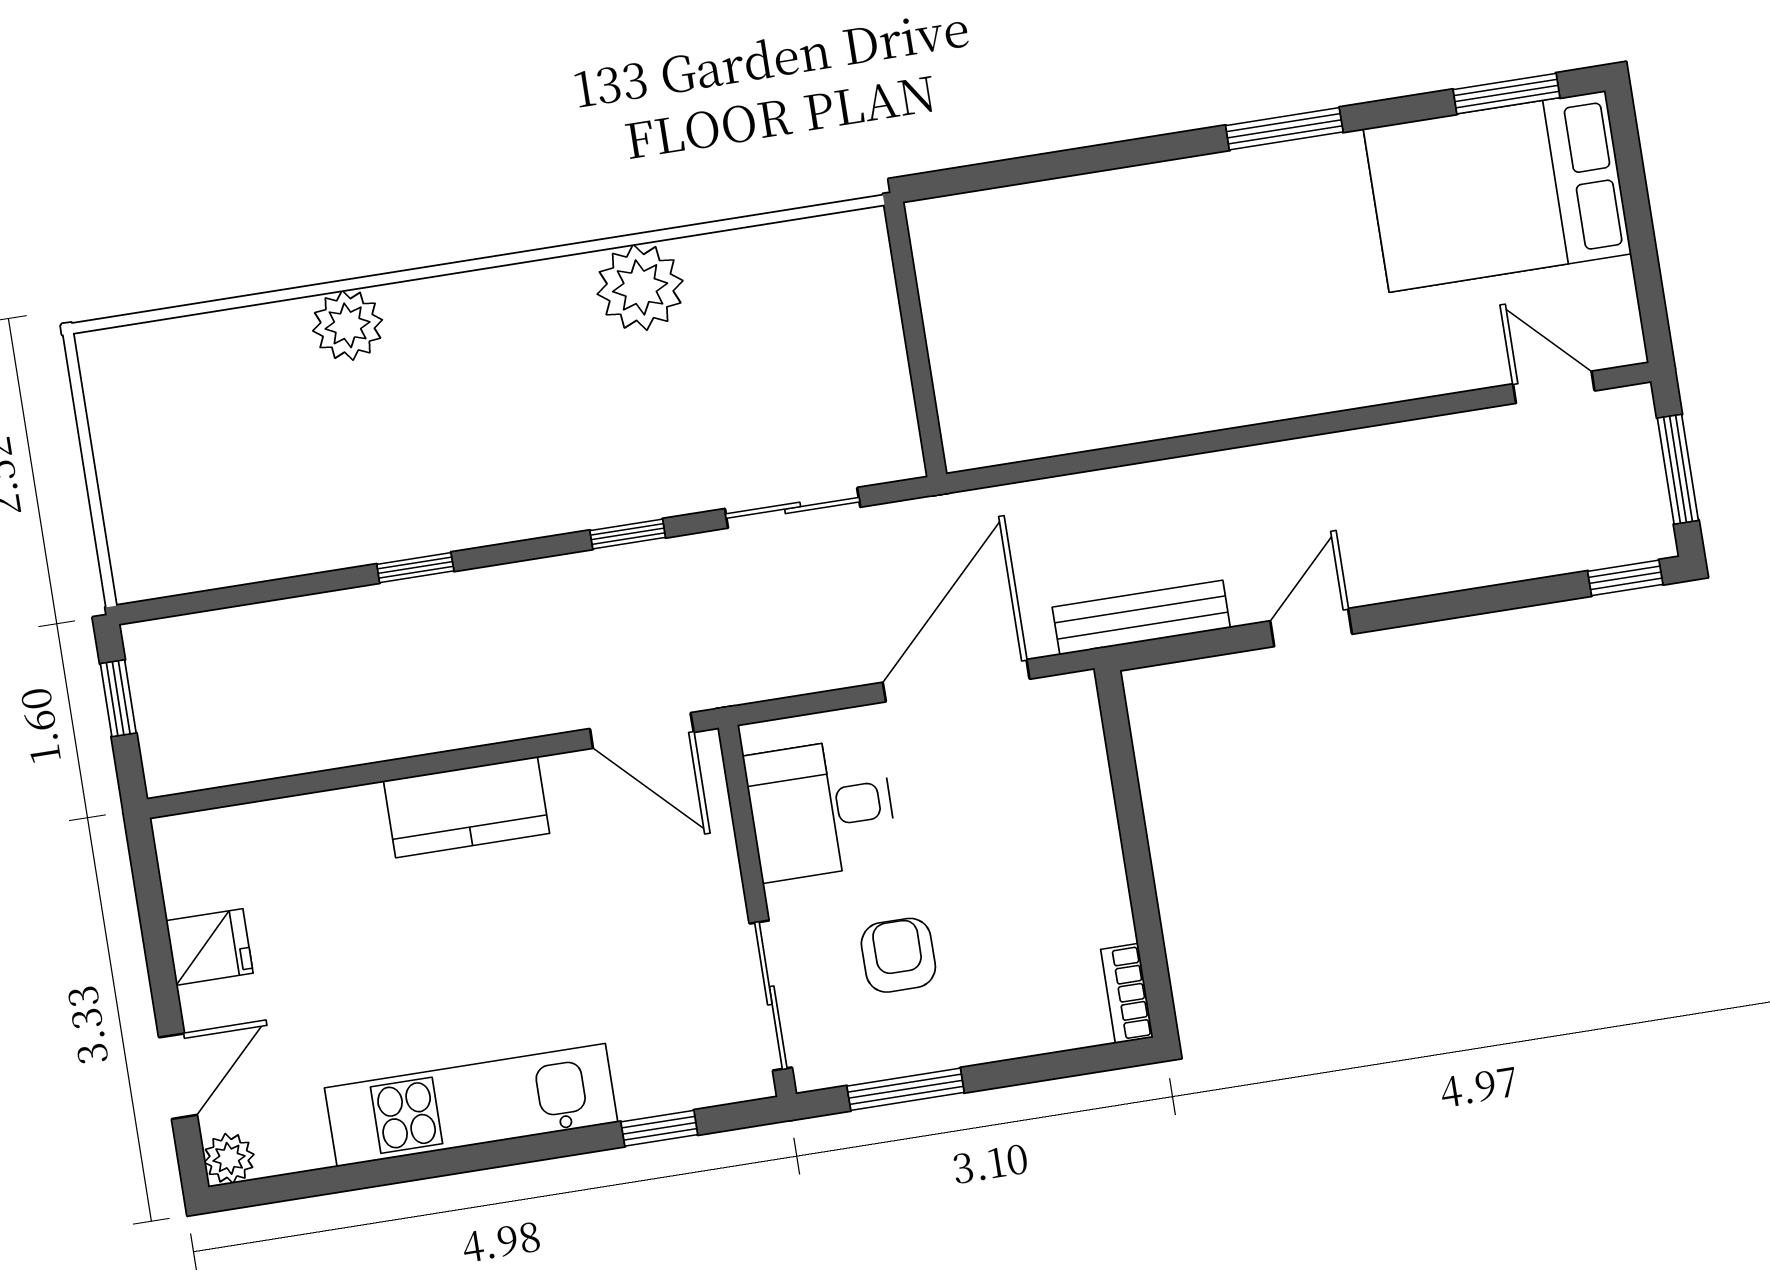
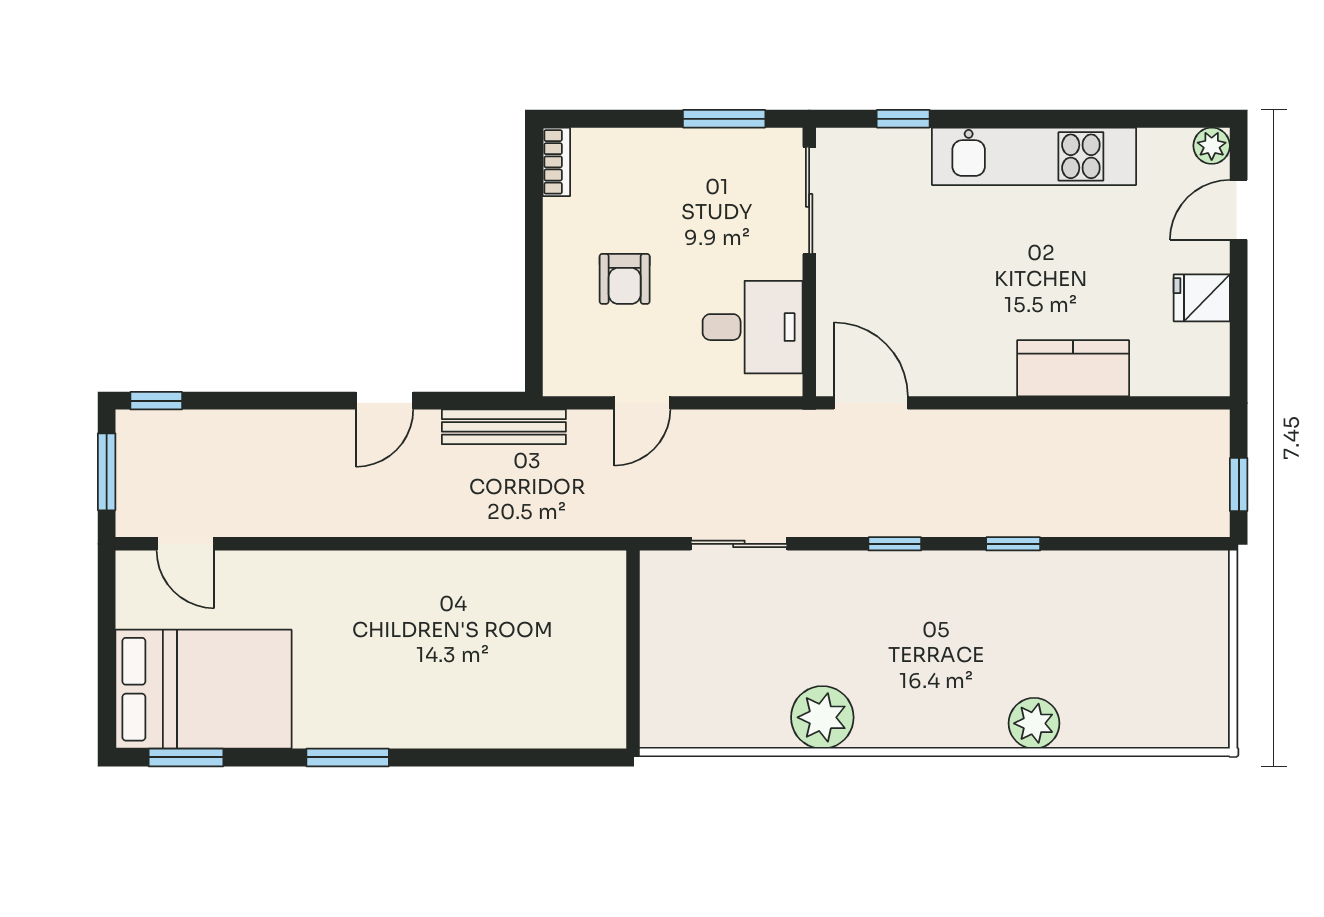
window: (628, 534) -> (895, 544), moved
door: (956, 681) -> (642, 403), width x0.53
kitchen counter: (466, 807) -> (1073, 368), moved
armchair: (898, 955) -> (625, 279), moved

